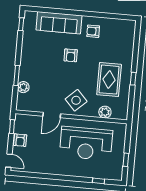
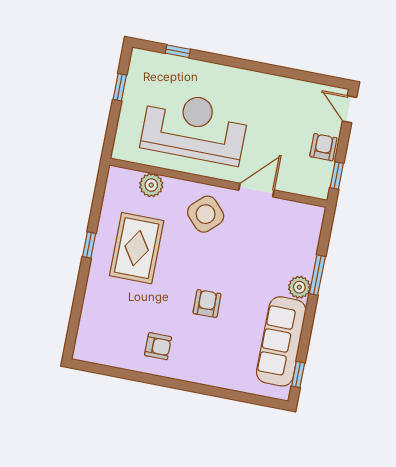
sofa: (59, 23) -> (281, 341), moved, turned -90
plant: (23, 87) -> (299, 287), moved

